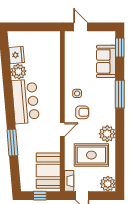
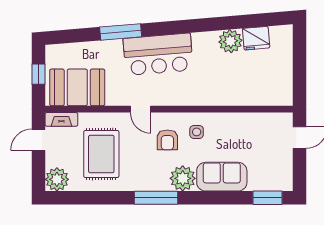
sofa: (106, 61) -> (222, 177), moved
window: (120, 94) -> (156, 198), moved
bar counter: (25, 101) -> (158, 54), moved
plant: (107, 134) -> (183, 178), moved

